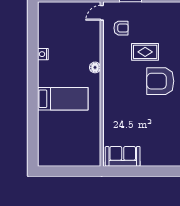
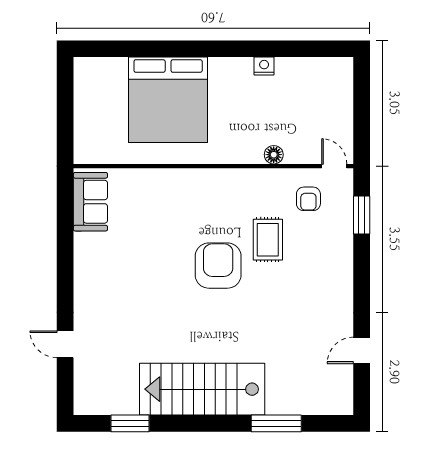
floor lamp: (95, 67) -> (274, 155), moved
bed: (63, 99) -> (168, 100), width x2.04

